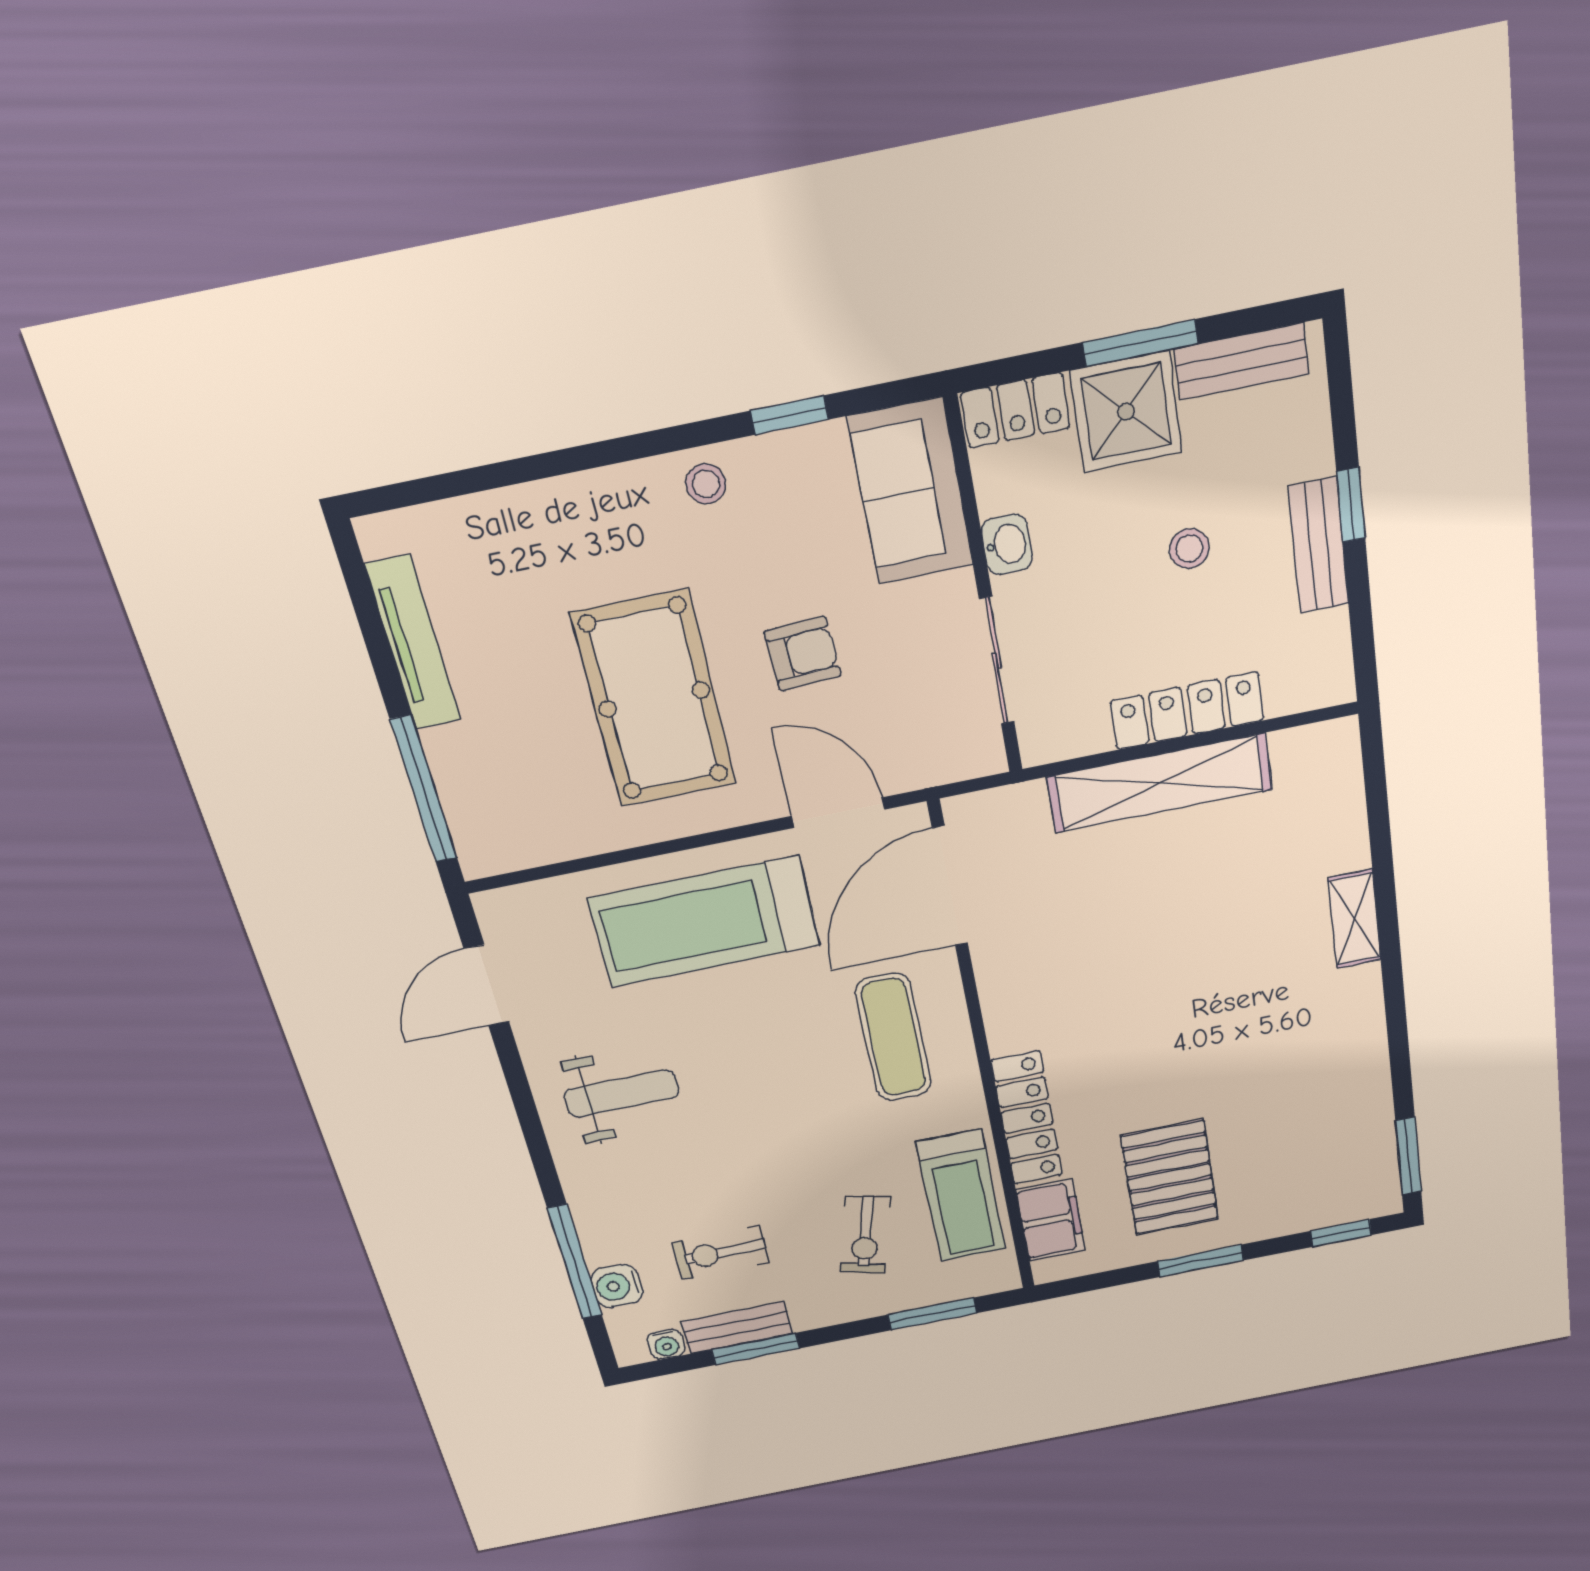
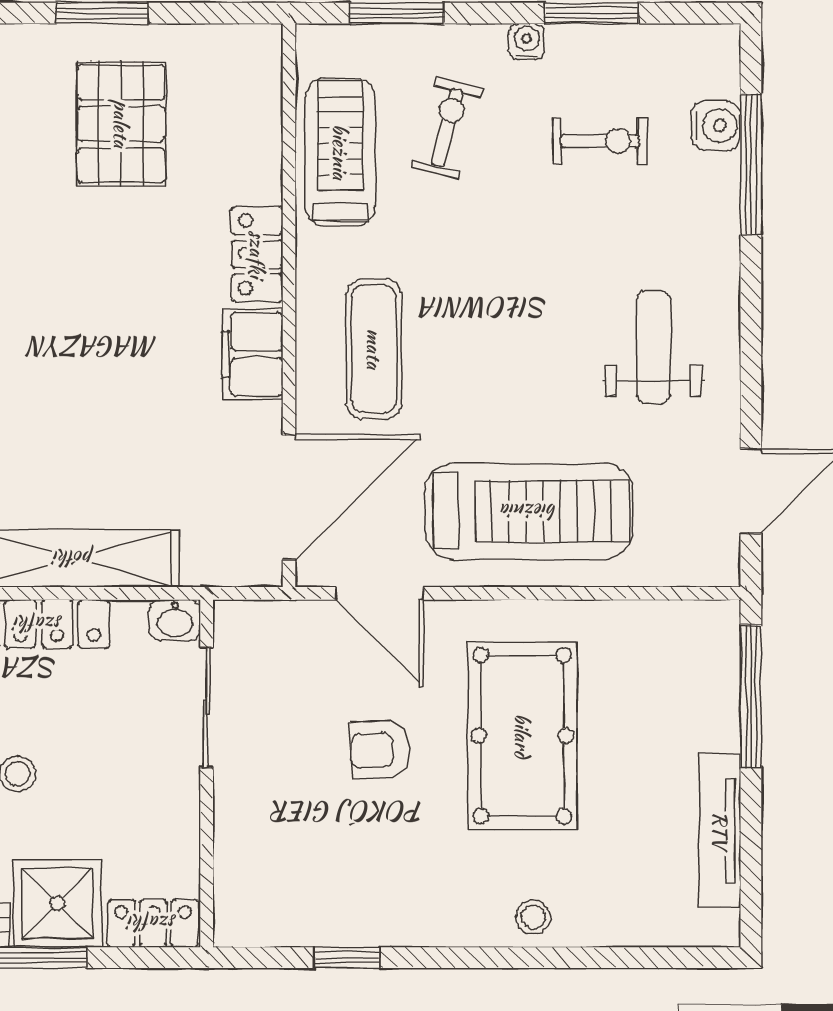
stool: (706, 484) -> (533, 917), moved
sofa: (911, 492) -> (256, 873), removed
washbasin: (1007, 544) -> (175, 620), moved, turned -90
weight bench: (622, 1094) -> (653, 347), turned 90
locker: (1027, 1118) -> (257, 254), width x0.66
filing cabinet: (1051, 1220) -> (252, 354), moved
bench: (737, 1328) -> (605, 45), removed
water cooler: (666, 1344) -> (527, 41), moved

